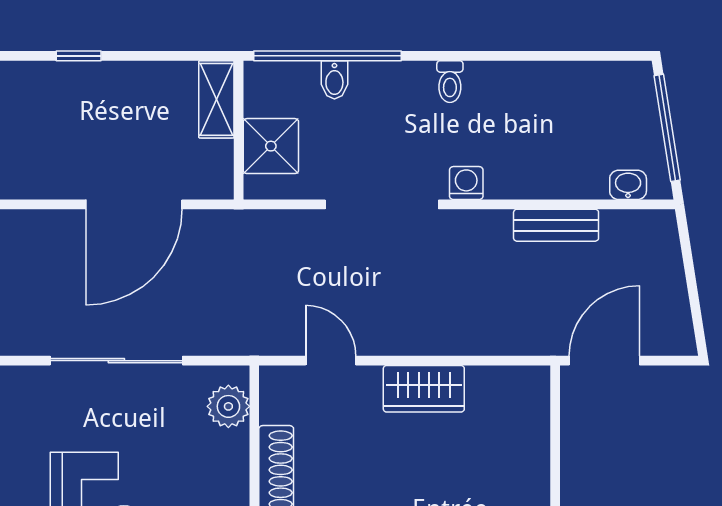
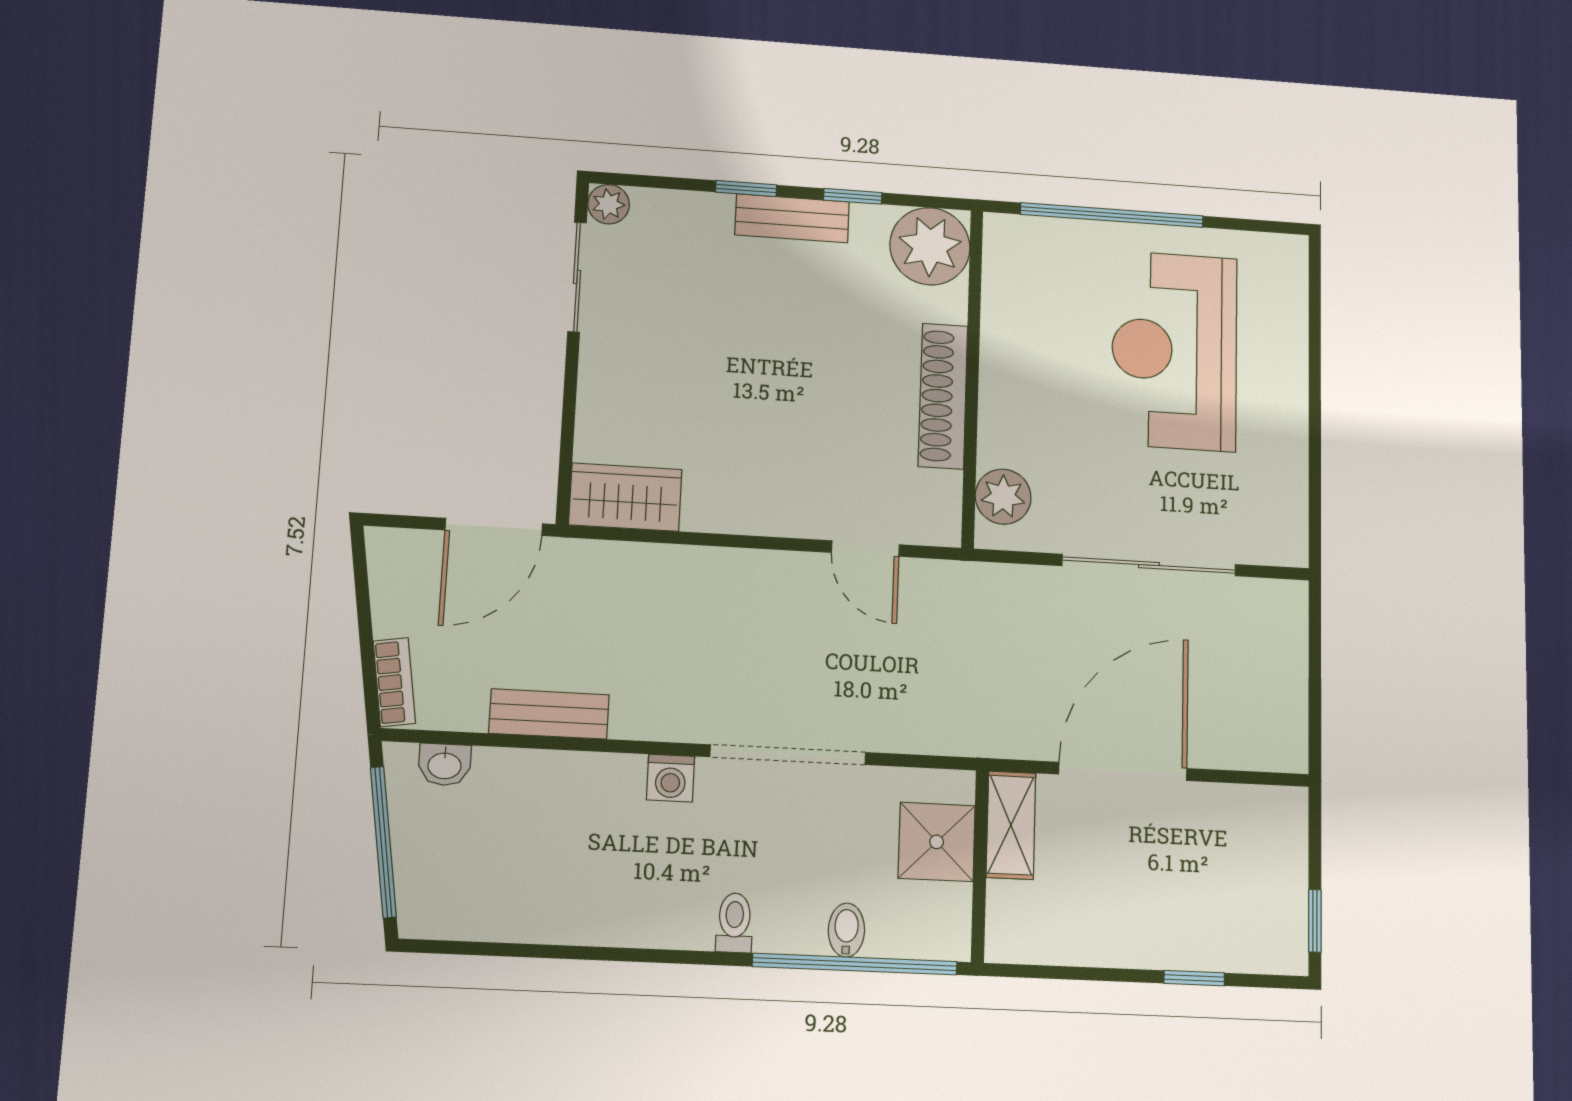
toilet: (450, 82) -> (734, 923), moved
shelving: (216, 99) -> (1011, 825), moved
bookcase: (668, 243) -> (394, 682), added
wardrobe: (424, 389) -> (625, 497), moved

